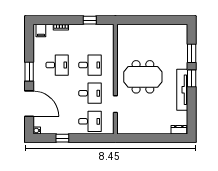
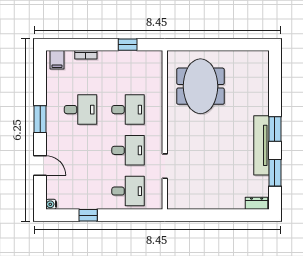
window: (192, 53) -> (275, 173), moved
meeting table: (143, 77) -> (200, 86), moved, turned 90
door: (29, 104) -> (40, 166), width x0.53

